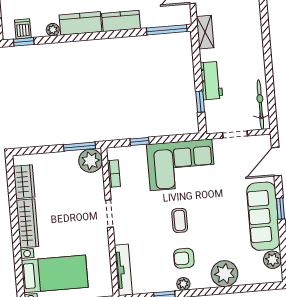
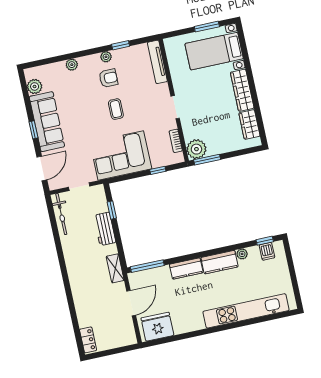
plant: (225, 274) -> (72, 65), width x0.53, depth x0.53

